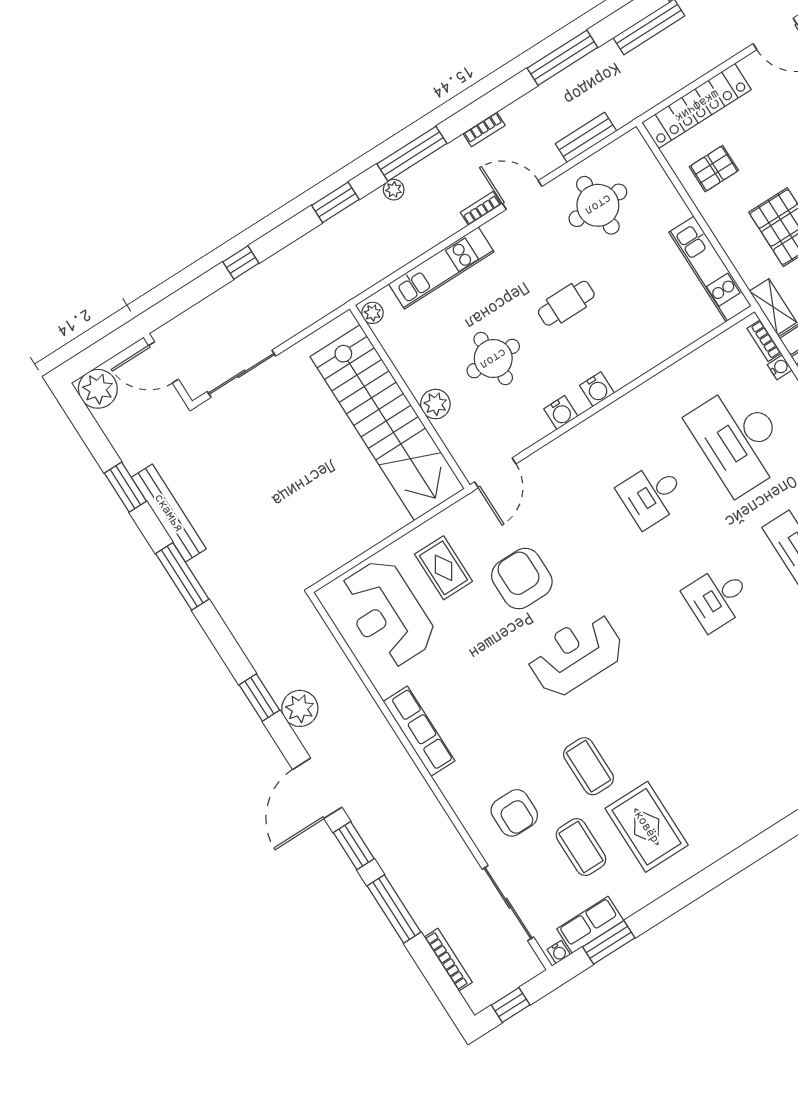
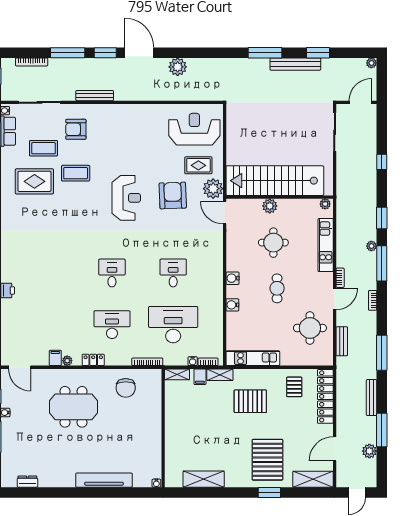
plant: (98, 389) -> (371, 63), width x0.53, depth x0.53
water cooler: (561, 413) -> (232, 305), moved
plant: (467, 518) -> (213, 189), added
armchair: (522, 579) -> (173, 195), turned -92
window: (259, 697) -> (193, 53), removed
row of seats: (419, 731) -> (136, 111), removed
bench: (437, 817) -> (95, 96), added

